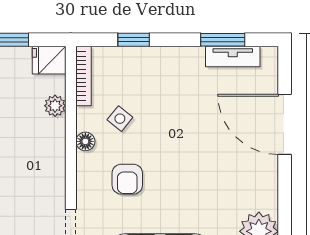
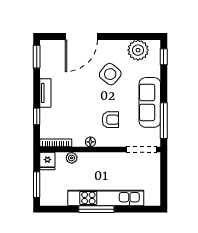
window: (223, 40) -> (37, 57), moved
tv unit: (233, 56) -> (45, 93), moved
side table: (120, 119) -> (110, 74), moved, width x1.87, depth x1.87

